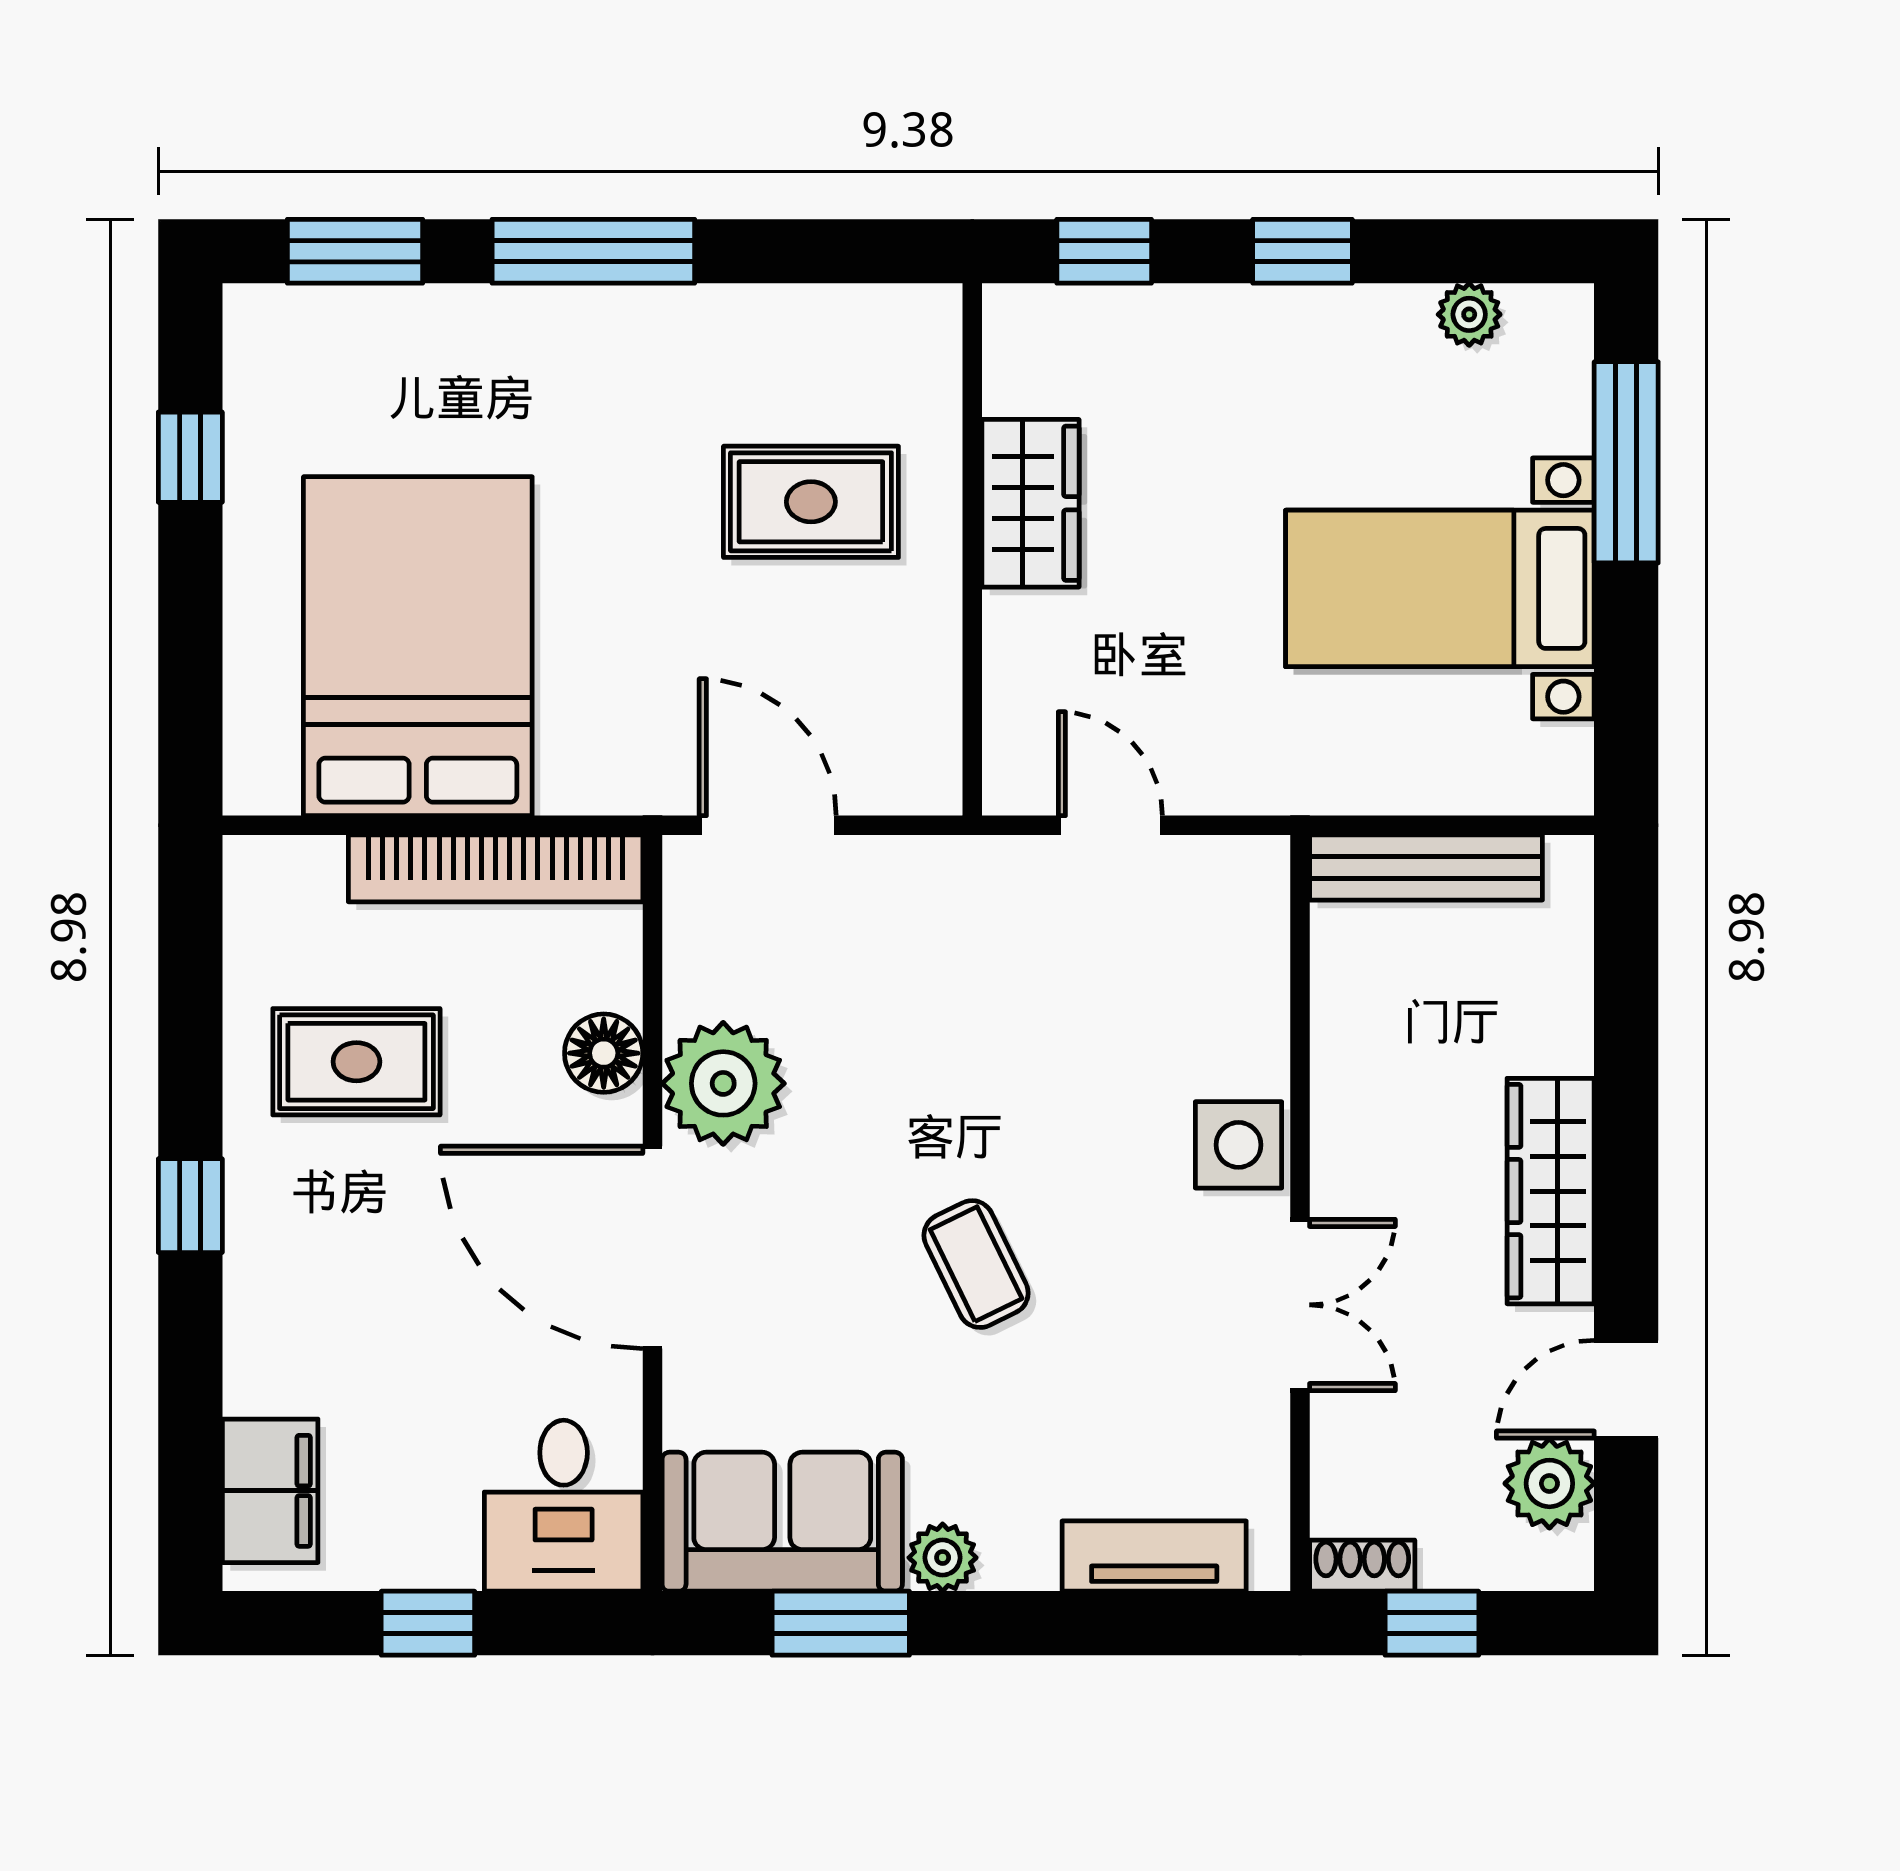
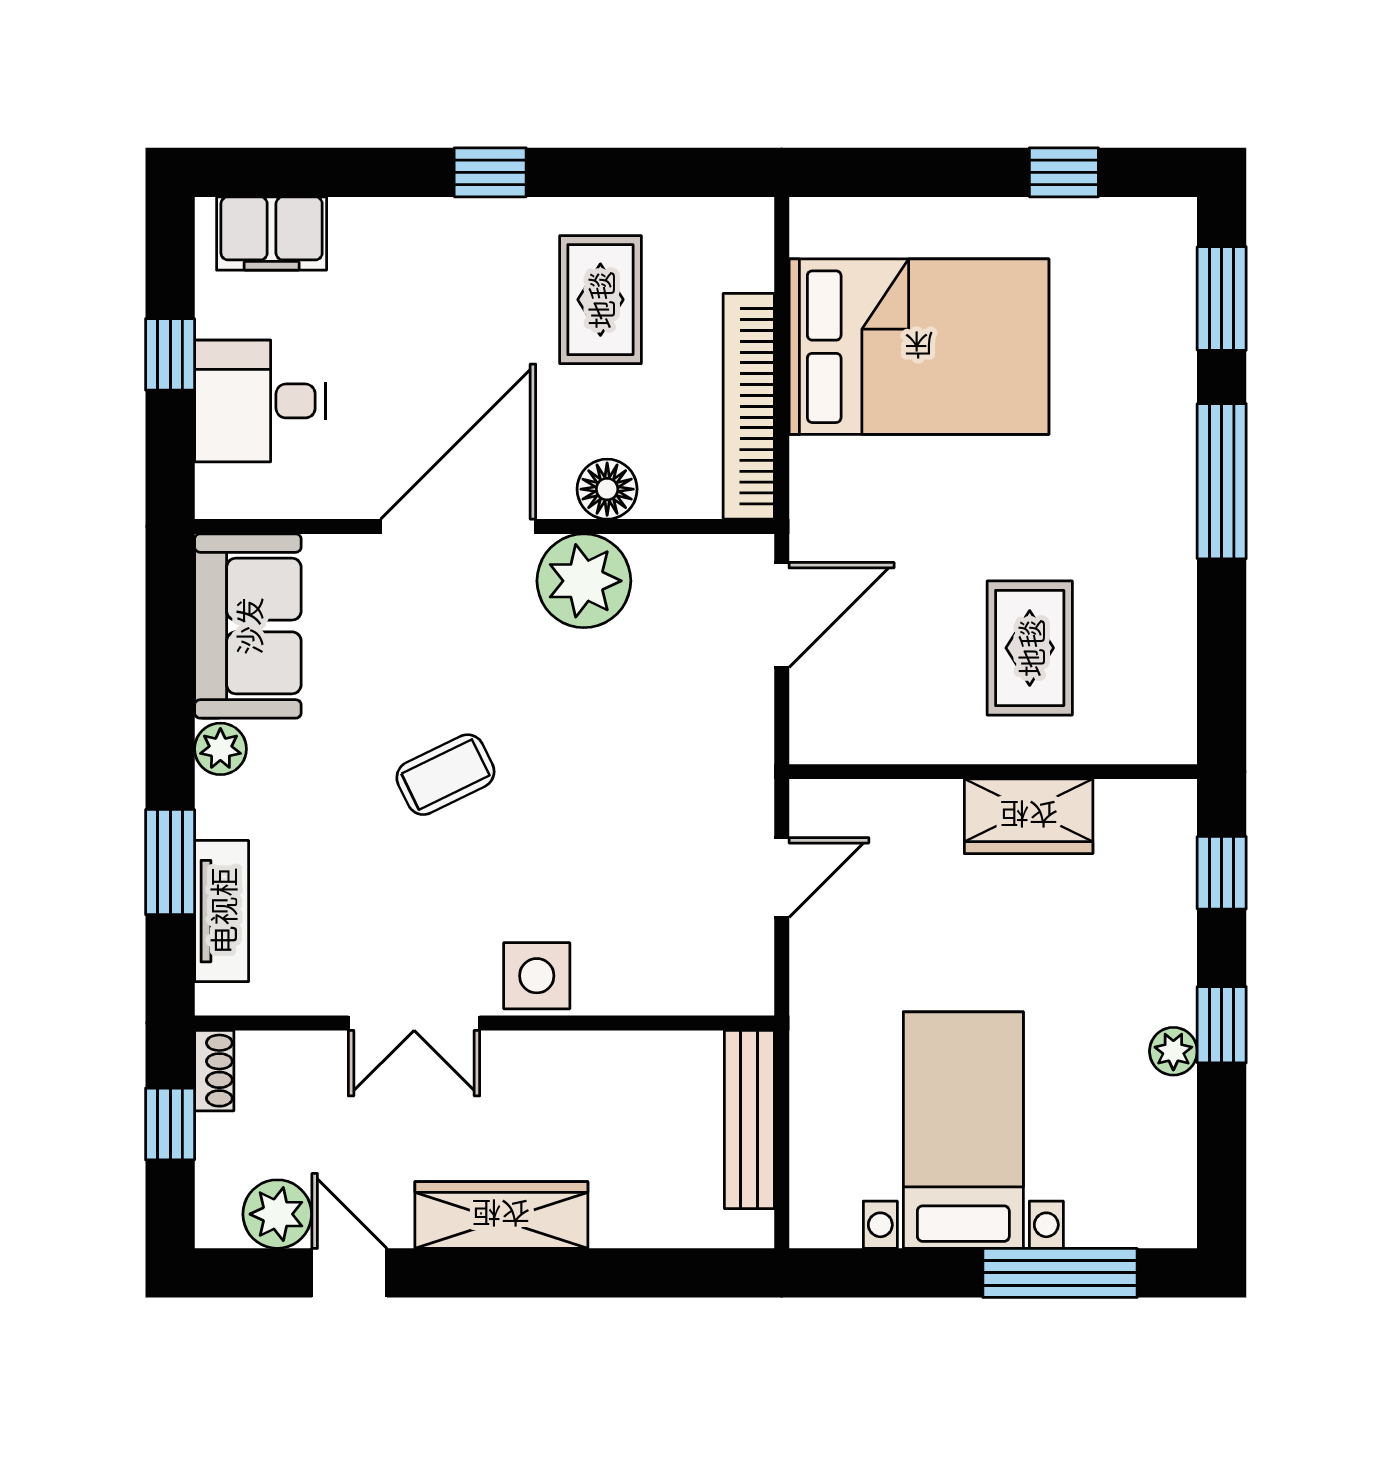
plant: (1469, 314) -> (1173, 1051), moved
desk: (564, 1506) -> (260, 401), moved
window: (841, 1623) -> (170, 862), moved

